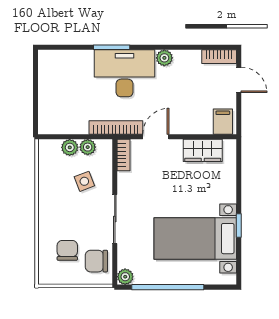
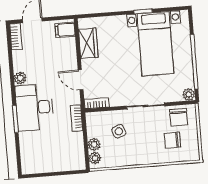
bookcase: (116, 127) -> (77, 118), width x0.64
plant: (88, 147) -> (95, 158), moved

